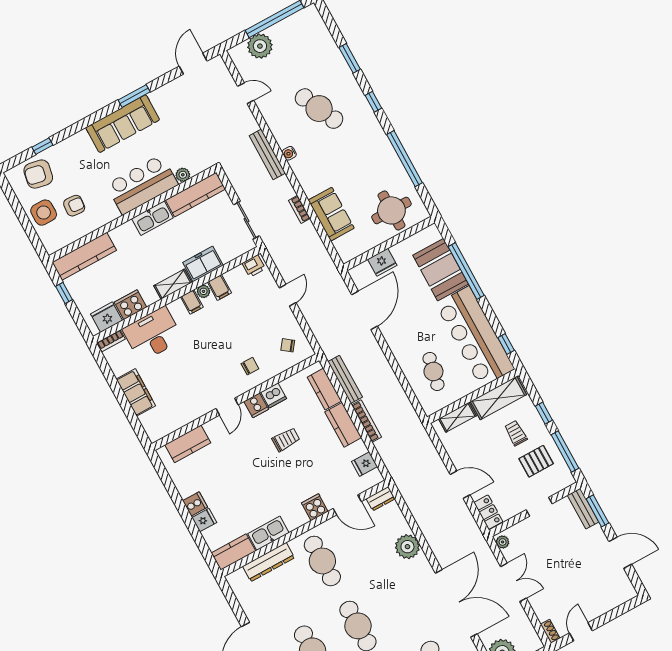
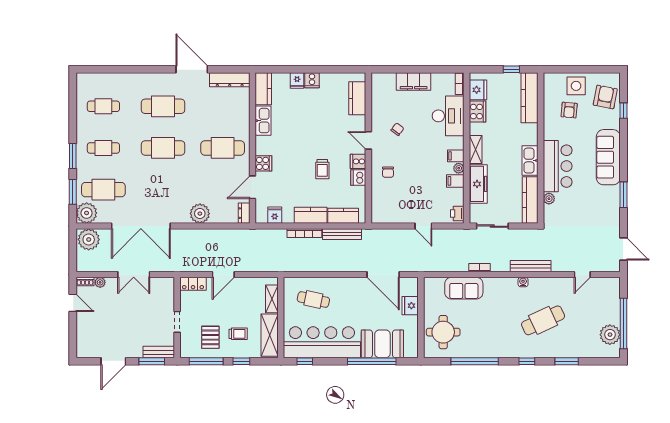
plant: (260, 46) -> (610, 335), moved
sofa: (123, 124) -> (608, 157), moved
freezer: (203, 264) -> (478, 184), width x1.40
chair: (288, 345) -> (397, 129), moved
plant: (503, 542) -> (100, 282), moved
dresser: (269, 562) -> (230, 80), moved, turned -90

